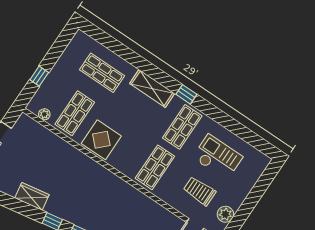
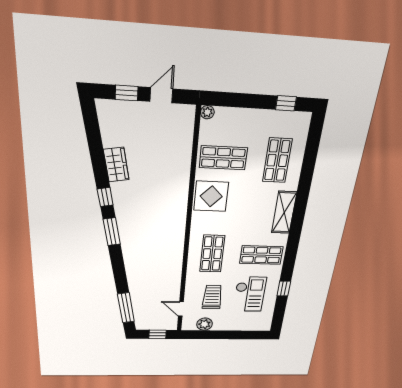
window: (39, 76) -> (286, 103), moved
window: (186, 94) -> (284, 288), moved
plant: (44, 114) -> (207, 112), moved
shop shelf: (155, 167) -> (212, 254), turned 90

